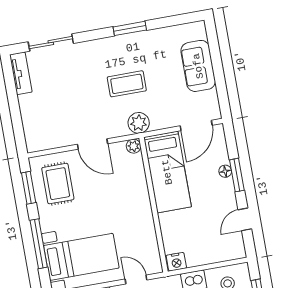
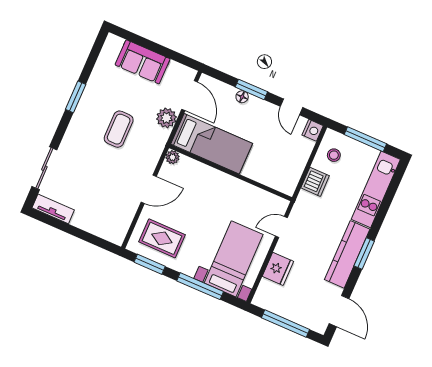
plant: (139, 123) -> (166, 118), moved
nightstand: (176, 262) -> (313, 130), moved

